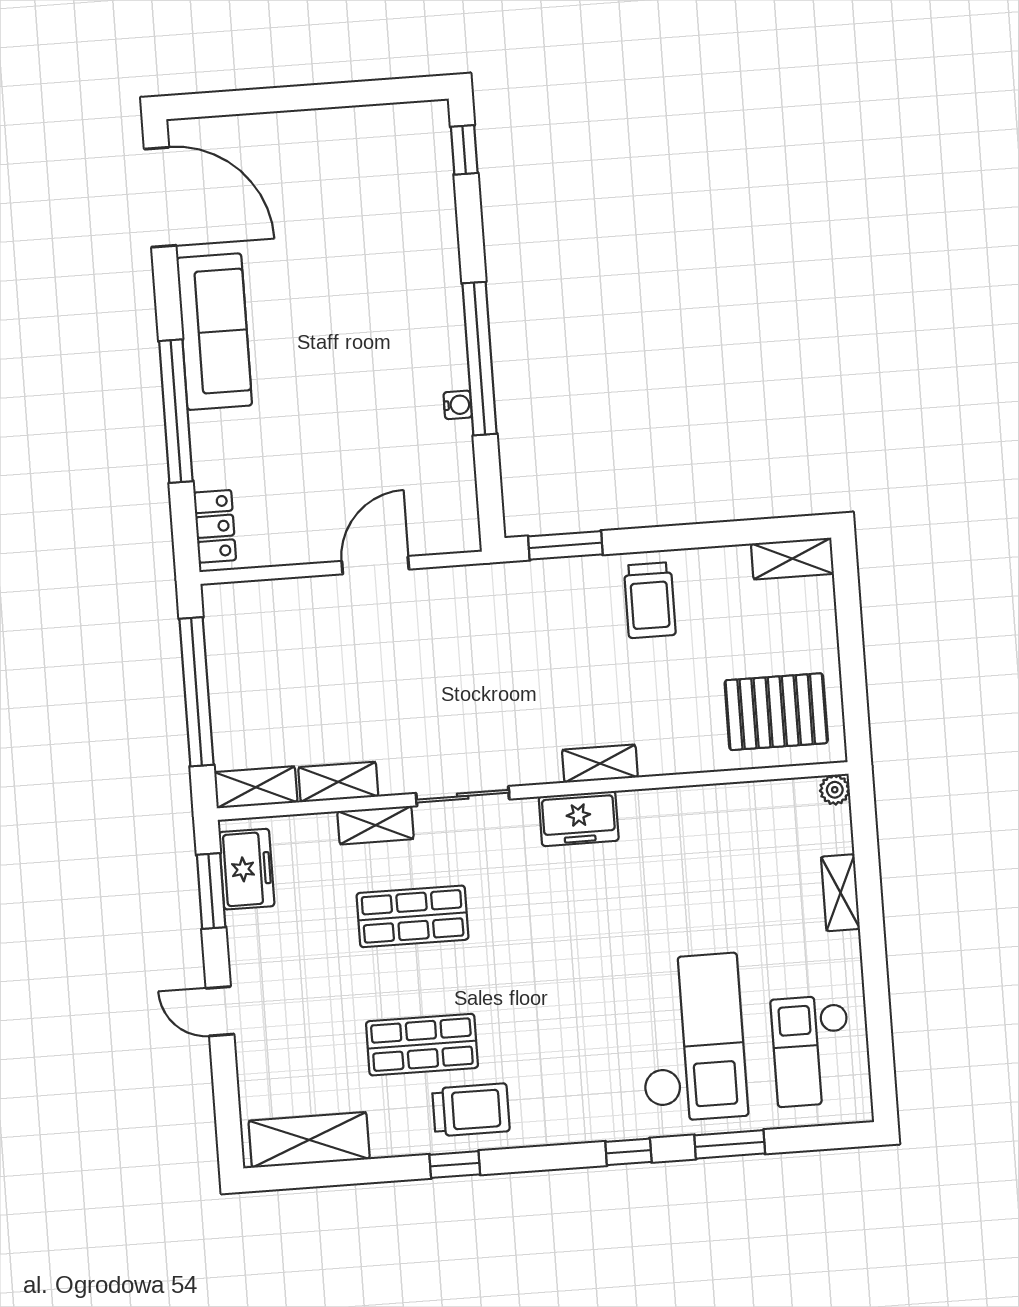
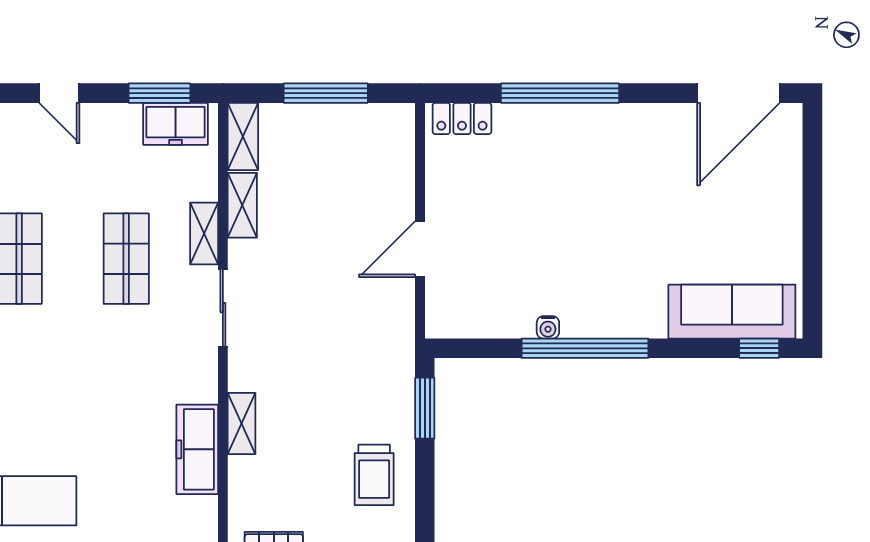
sofa: (214, 332) -> (732, 312), moved, turned 180
door: (375, 565) -> (420, 249), swing flipped
trolley: (650, 600) -> (374, 475), turned -90
window: (197, 692) -> (326, 93), width x0.68
freezer: (579, 819) -> (197, 449), moved, width x1.40
door: (220, 1011) -> (59, 93), swing flipped

